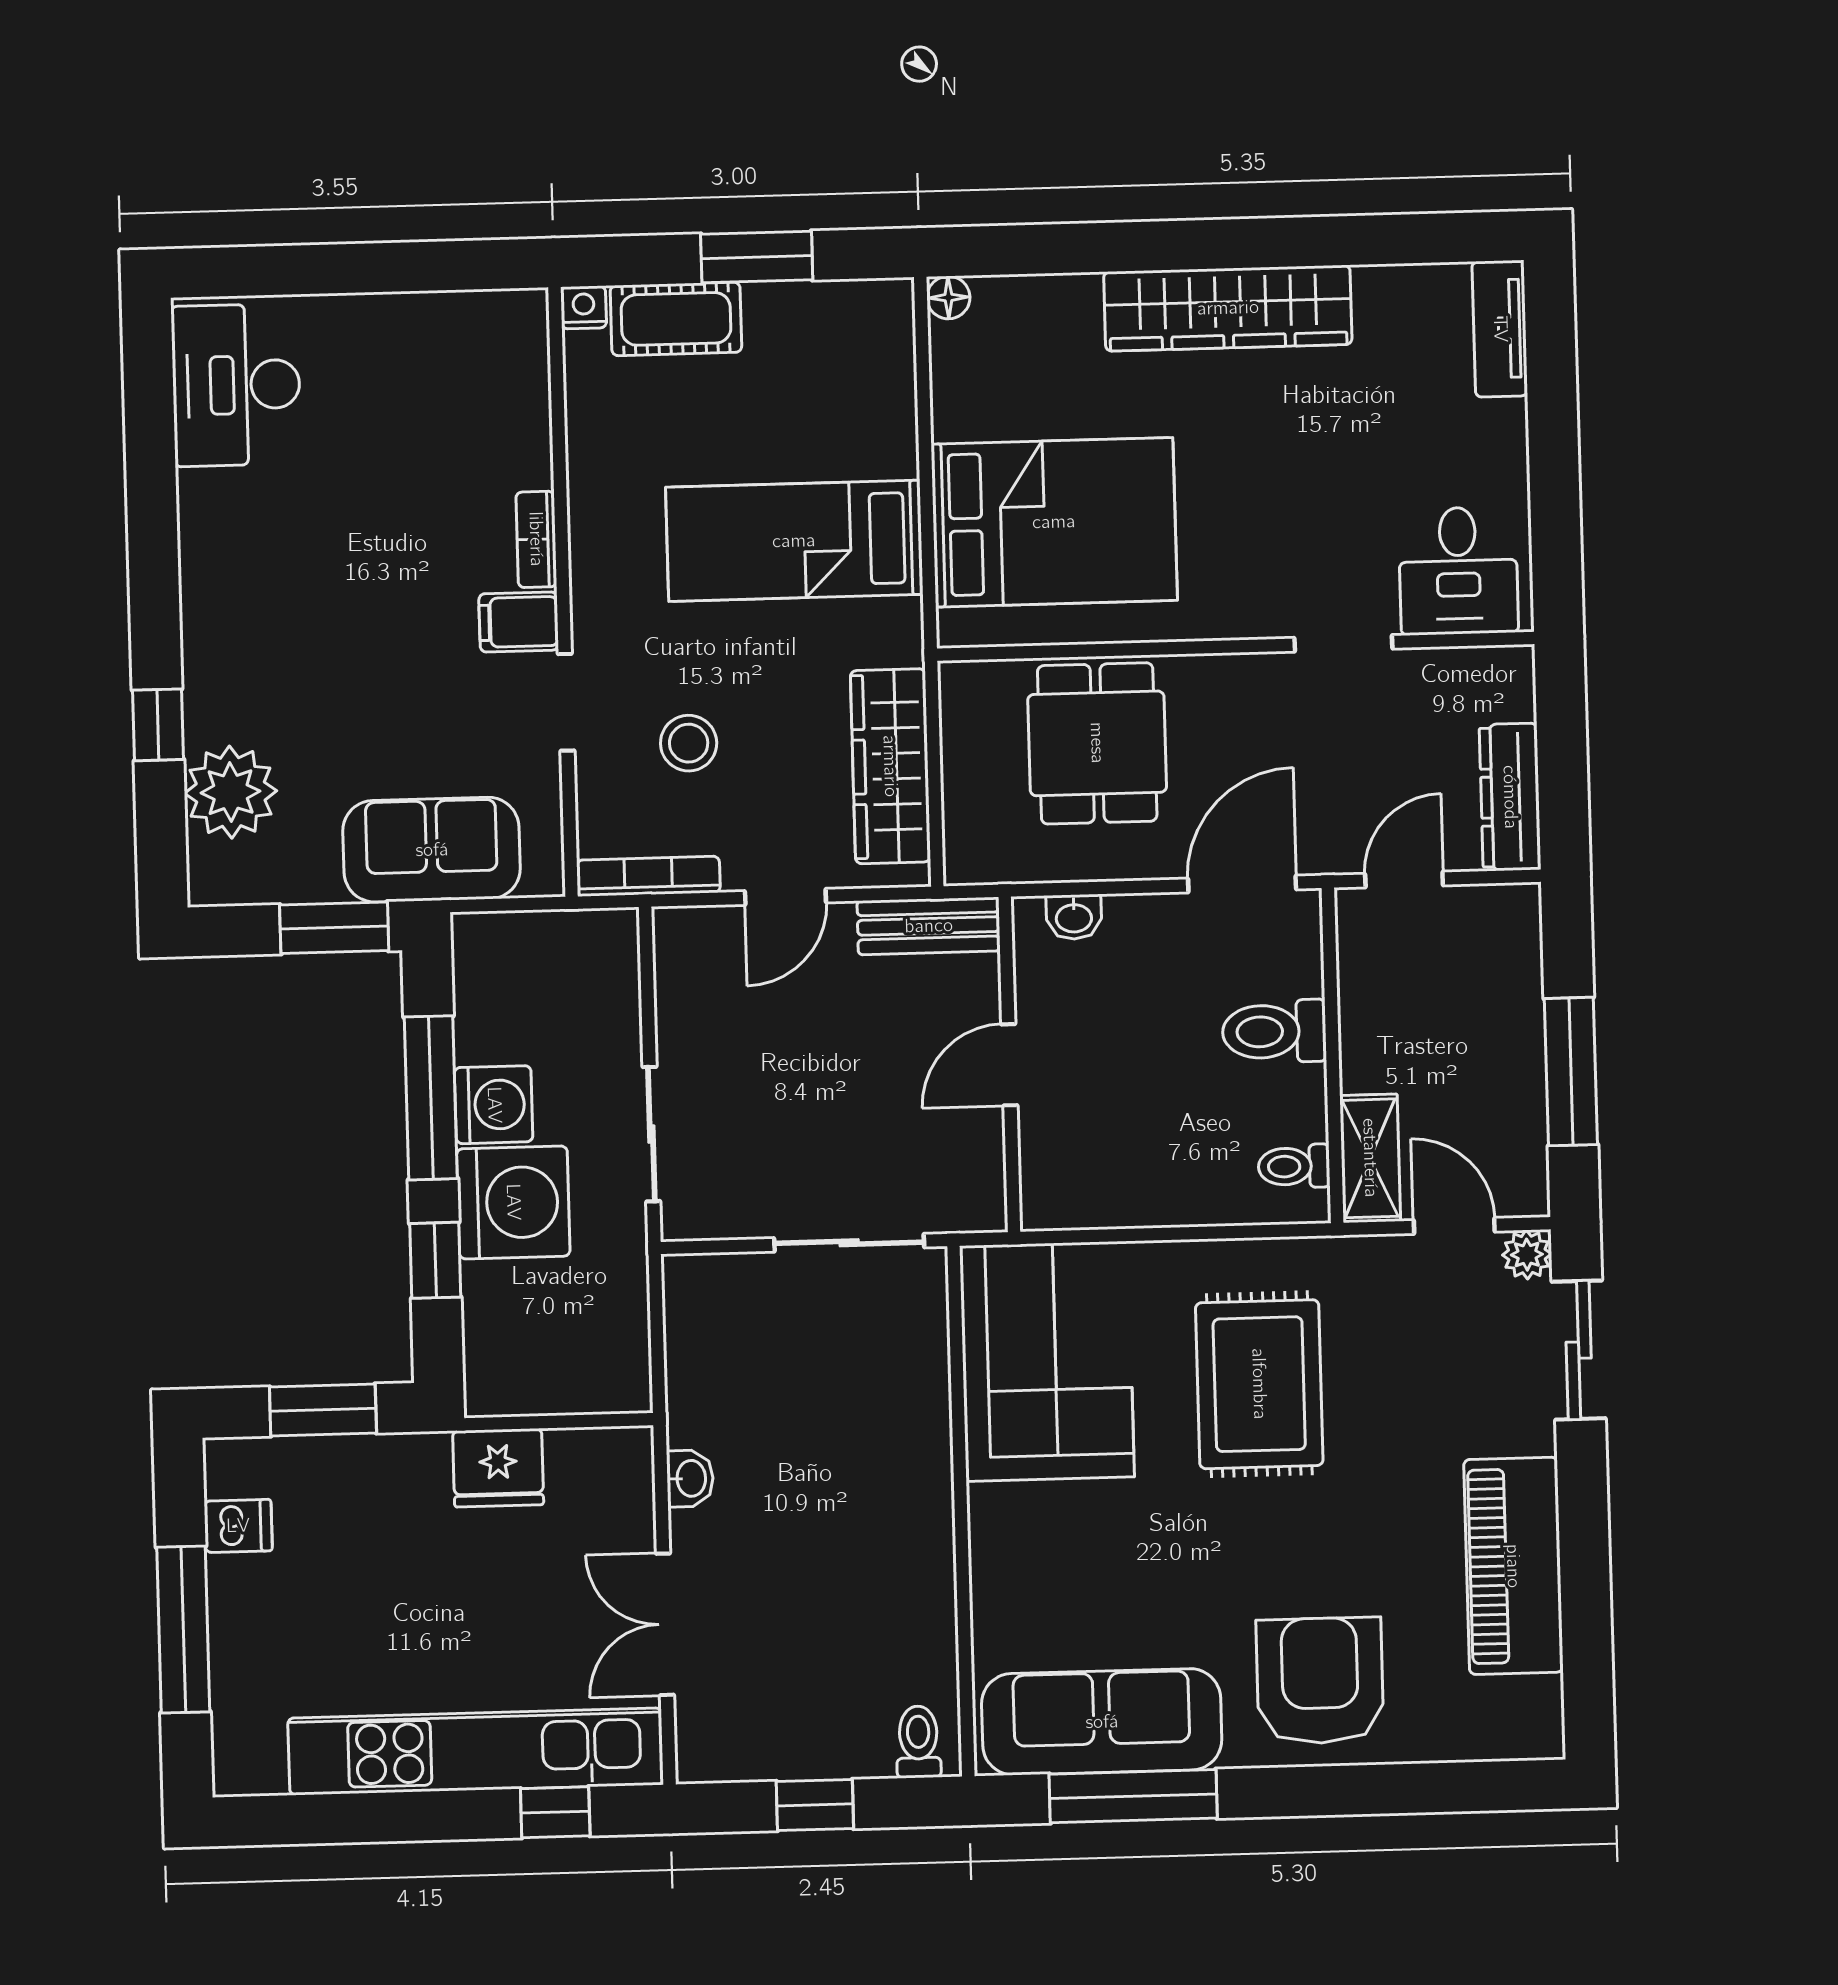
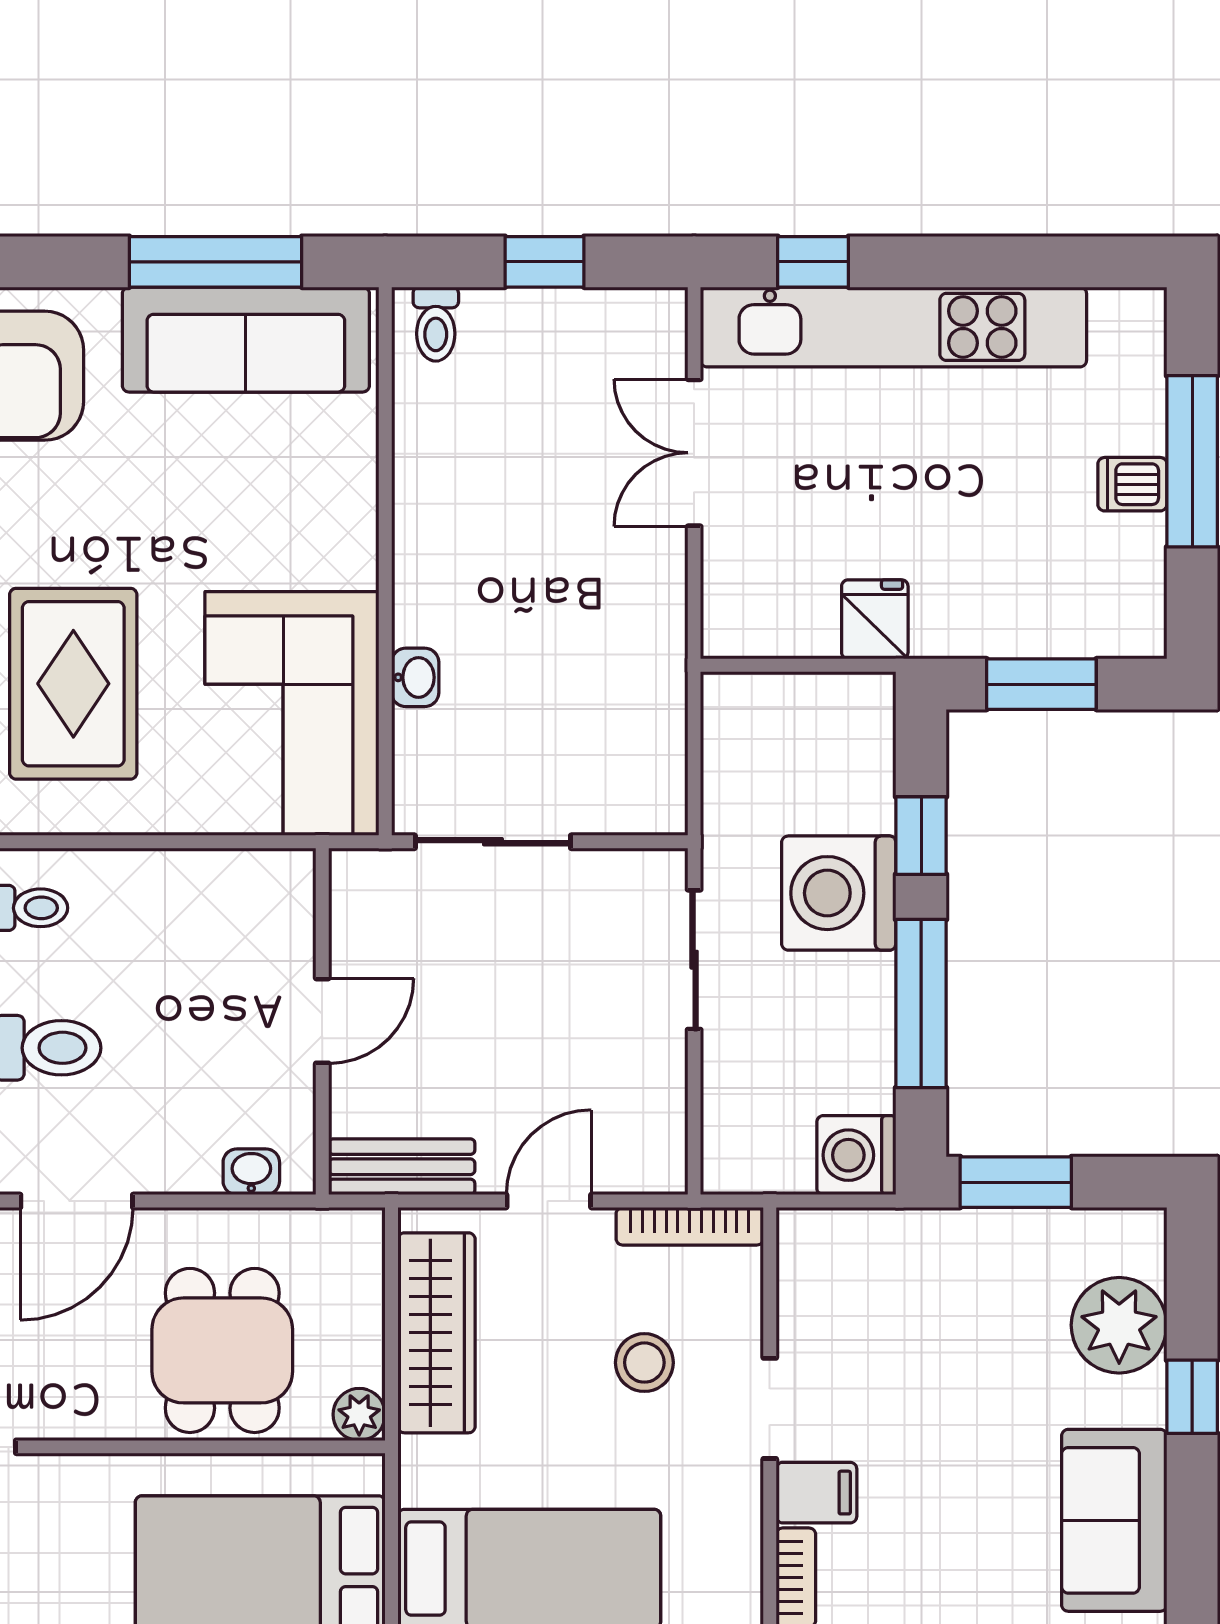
plant: (963, 685) -> (359, 1414), added
sofa: (432, 850) -> (1114, 1520), moved, turned 90
washing machine: (494, 1105) -> (856, 1155), moved
fridge: (498, 1468) -> (875, 619), width x0.72
washbasin: (690, 1478) -> (415, 677), moved, turned 180
dishwasher: (238, 1526) -> (1132, 484), moved
double door: (665, 1624) -> (694, 453), swing flipped

